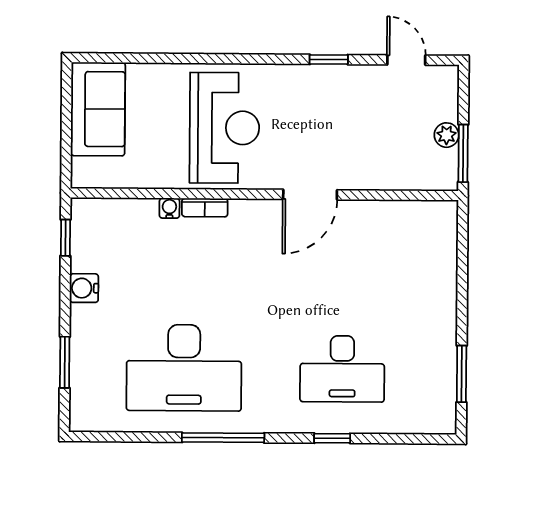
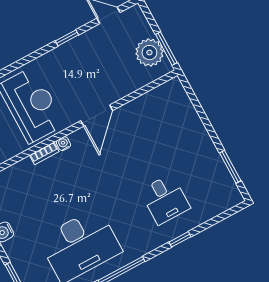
plant: (447, 135) -> (149, 53), width x1.88, depth x1.88
water cooler: (169, 208) -> (63, 144), moved
desk: (342, 369) -> (165, 199), width x0.73

